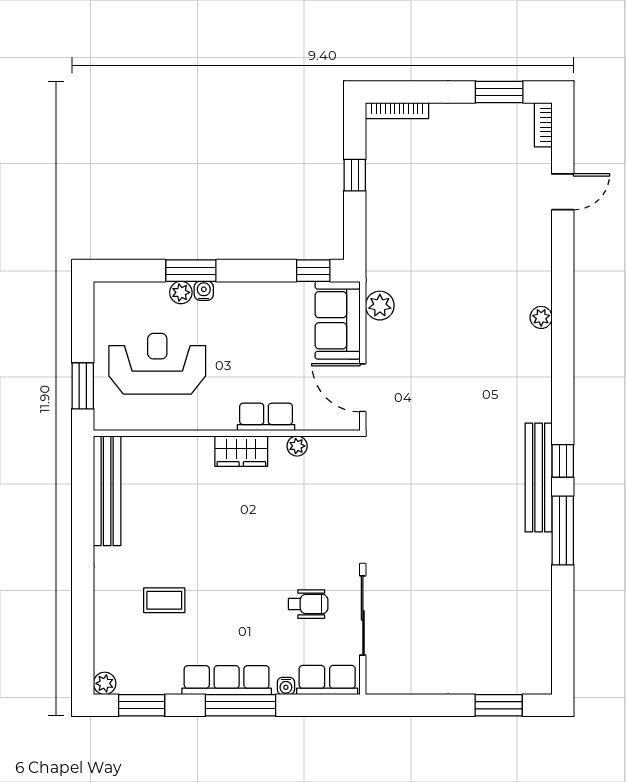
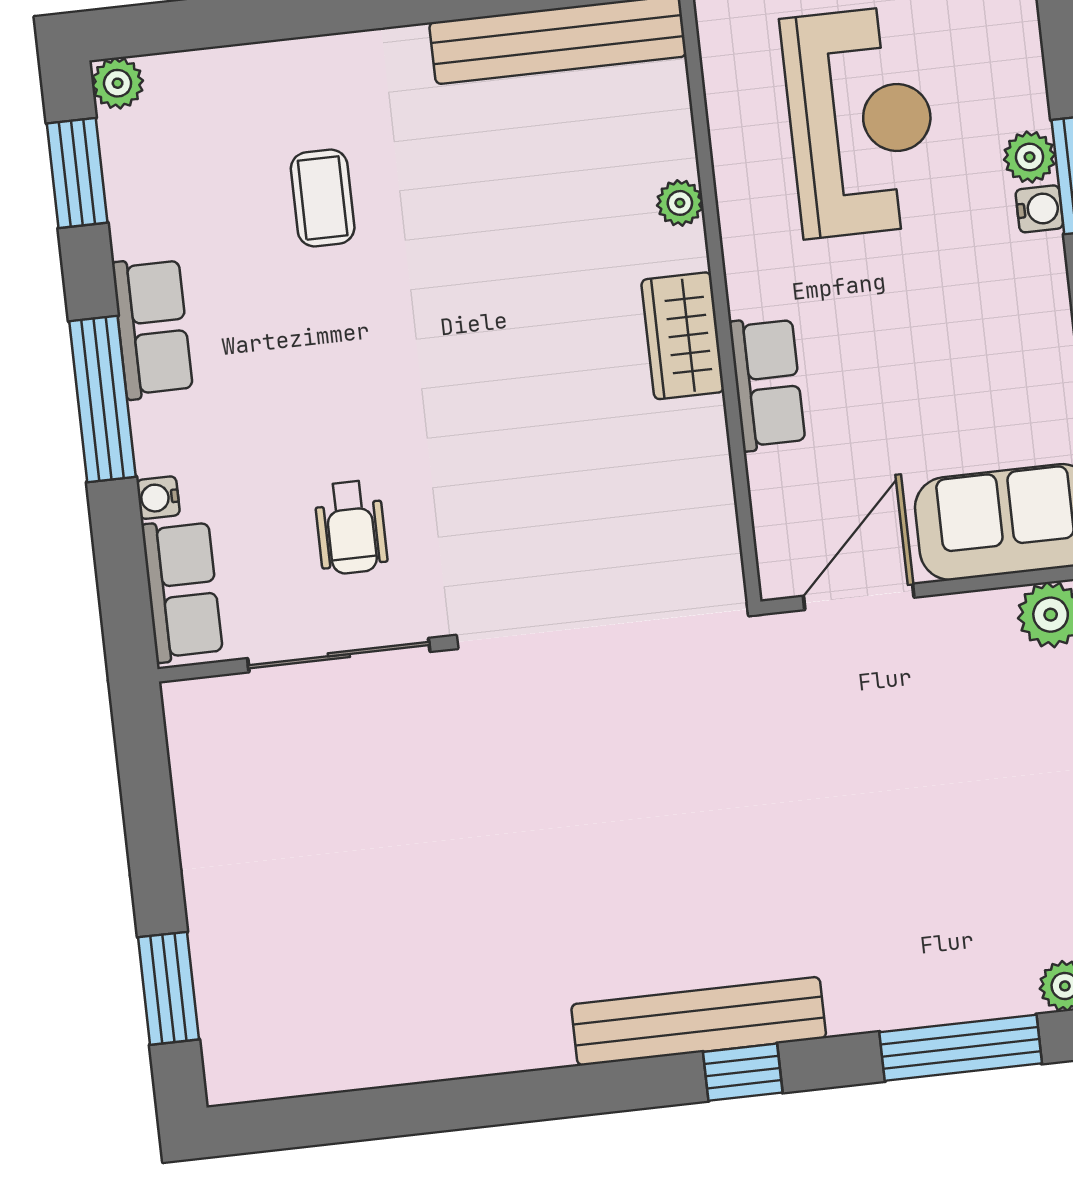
plant: (297, 446) -> (680, 203), moved
window: (563, 530) -> (961, 1048), moved
row of seats: (227, 680) -> (153, 328), width x0.68

